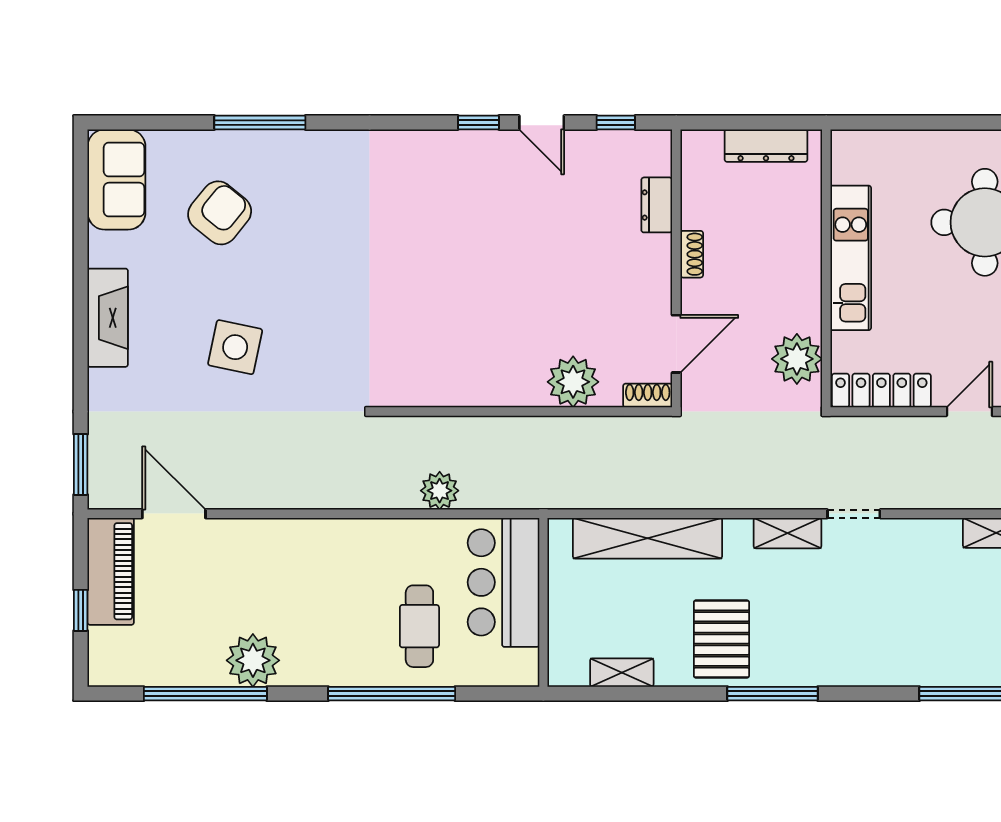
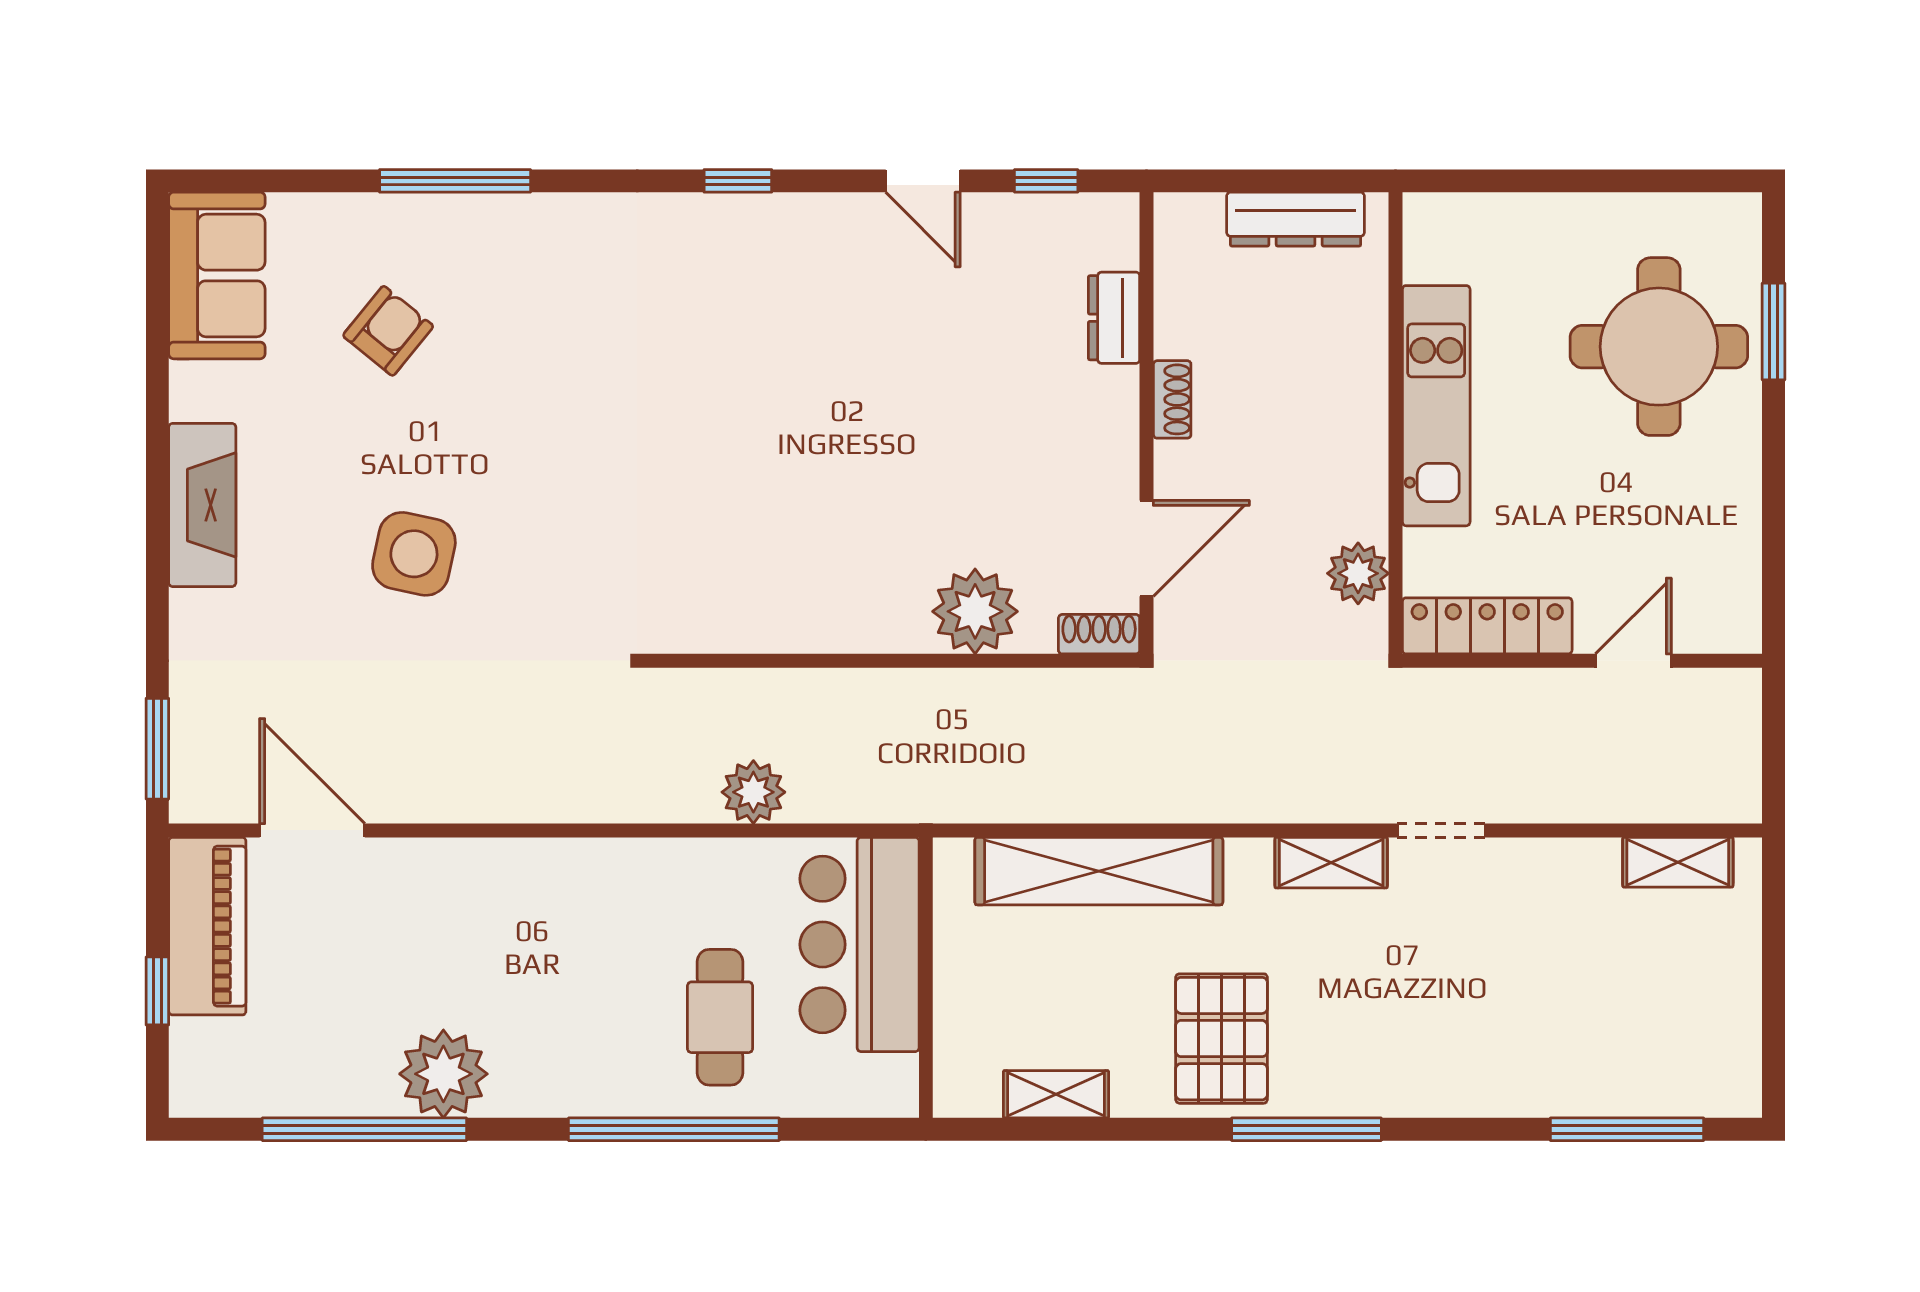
window: (478, 123) -> (738, 181), moved
armchair: (220, 213) -> (388, 331), width x0.72, depth x0.72
plant: (797, 359) -> (1358, 573), width x0.73, depth x0.73

